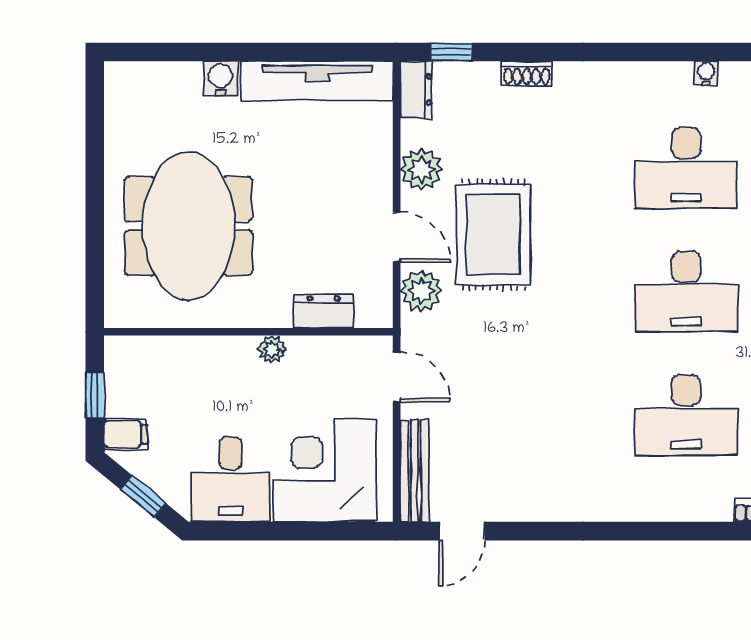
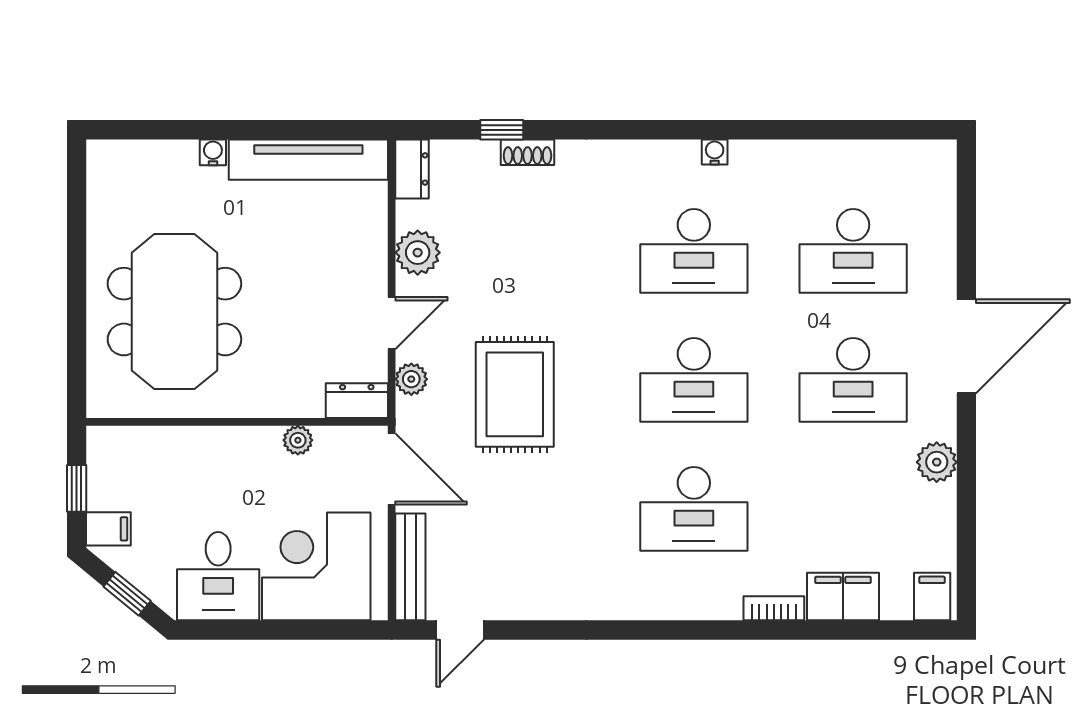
window: (452, 52) -> (502, 130), moved
water cooler: (221, 78) -> (213, 152), width x0.72, depth x0.72
rug: (493, 235) -> (515, 394), moved
door: (397, 237) -> (392, 323), hinge flipped
plant: (421, 291) -> (411, 379), width x0.73, depth x0.73
dresser: (323, 311) -> (357, 401), moved
plant: (272, 349) -> (298, 440), moved
door: (397, 377) -> (392, 469), width x1.38

